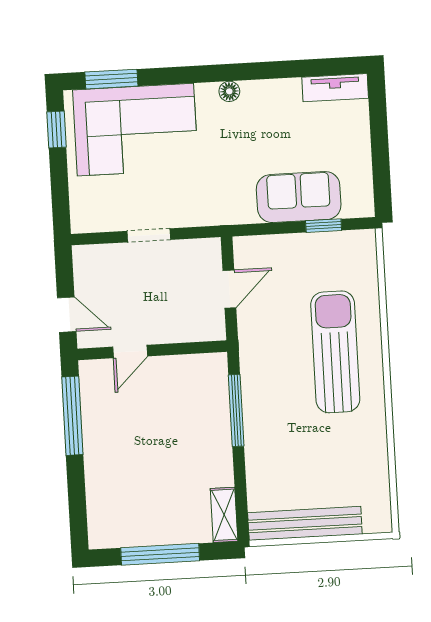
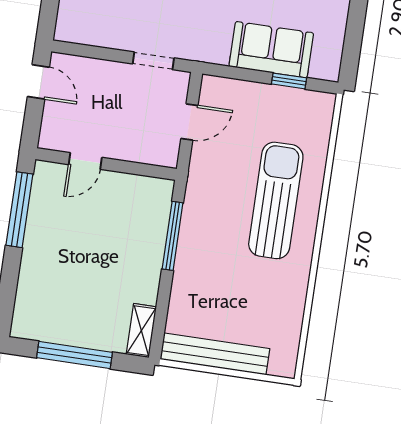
doorway: (149, 235) -> (153, 61), moved
door: (67, 315) -> (38, 82), moved

